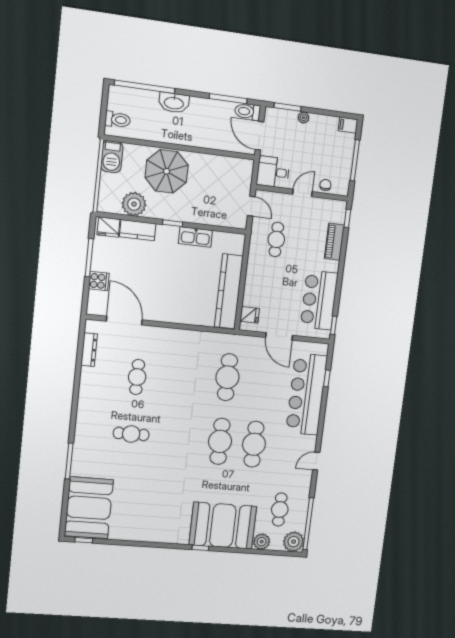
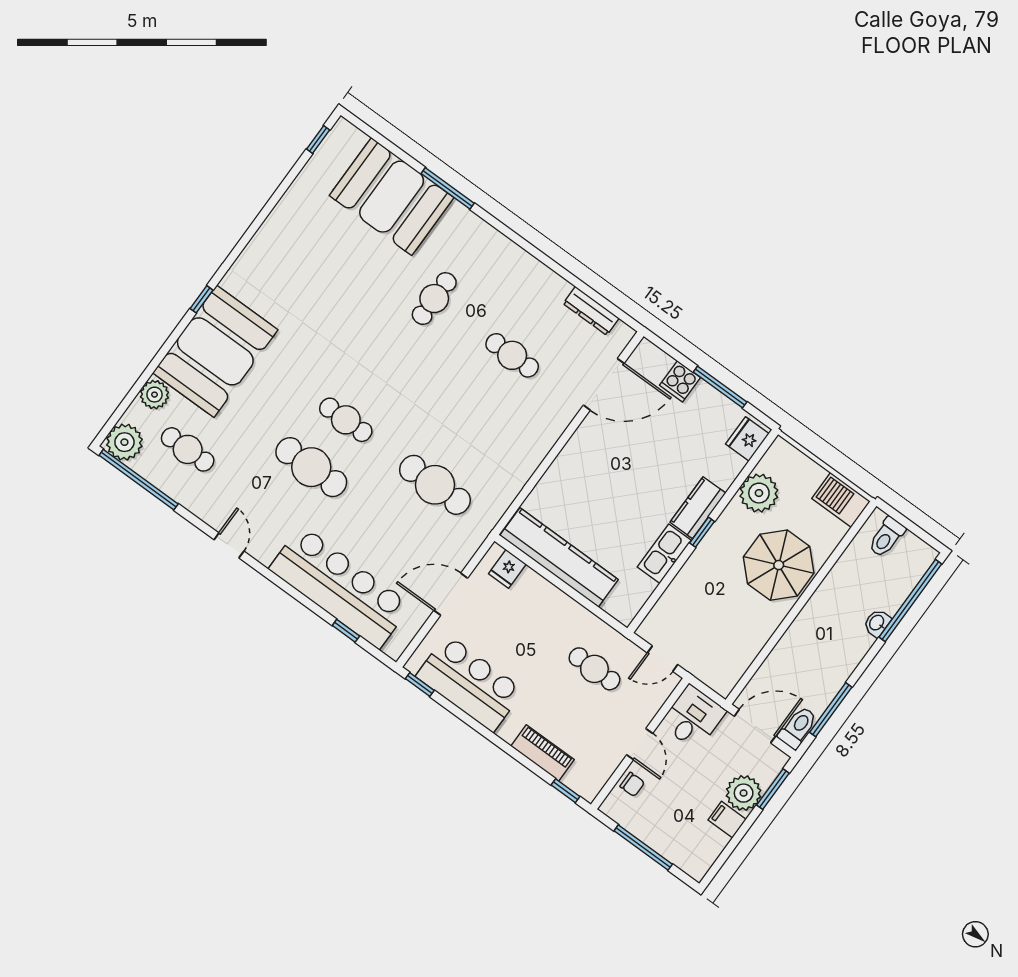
washbasin: (174, 103) -> (877, 623), width x0.52, depth x0.69
plant: (304, 118) -> (744, 793), width x1.87, depth x1.87
filing cabinet: (348, 125) -> (727, 820), moved, turned -90
kitchen counter: (138, 230) -> (698, 508), moved
cafe table: (220, 441) -> (346, 420), width x0.73, depth x0.74
booth: (89, 508) -> (392, 197), moved

